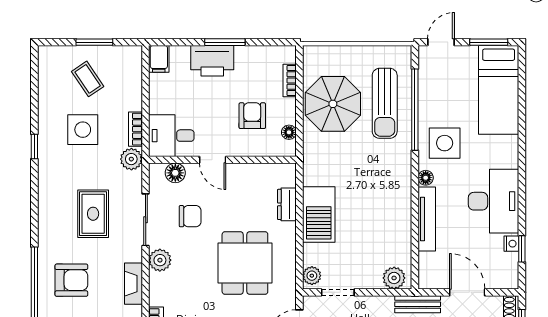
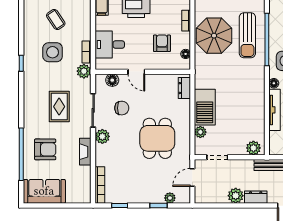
desk: (171, 136) -> (110, 45), moved
dresser: (287, 204) -> (184, 88), moved
plant: (312, 276) -> (200, 132), moved

